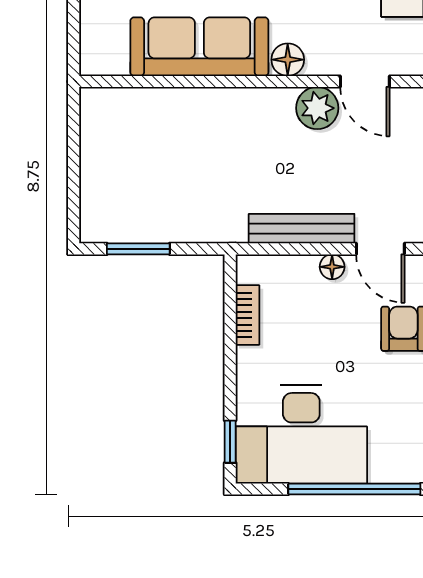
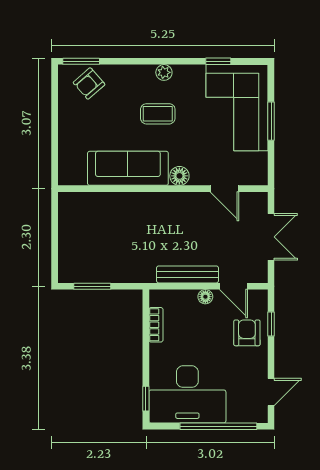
plant: (317, 108) -> (197, 204), removed

